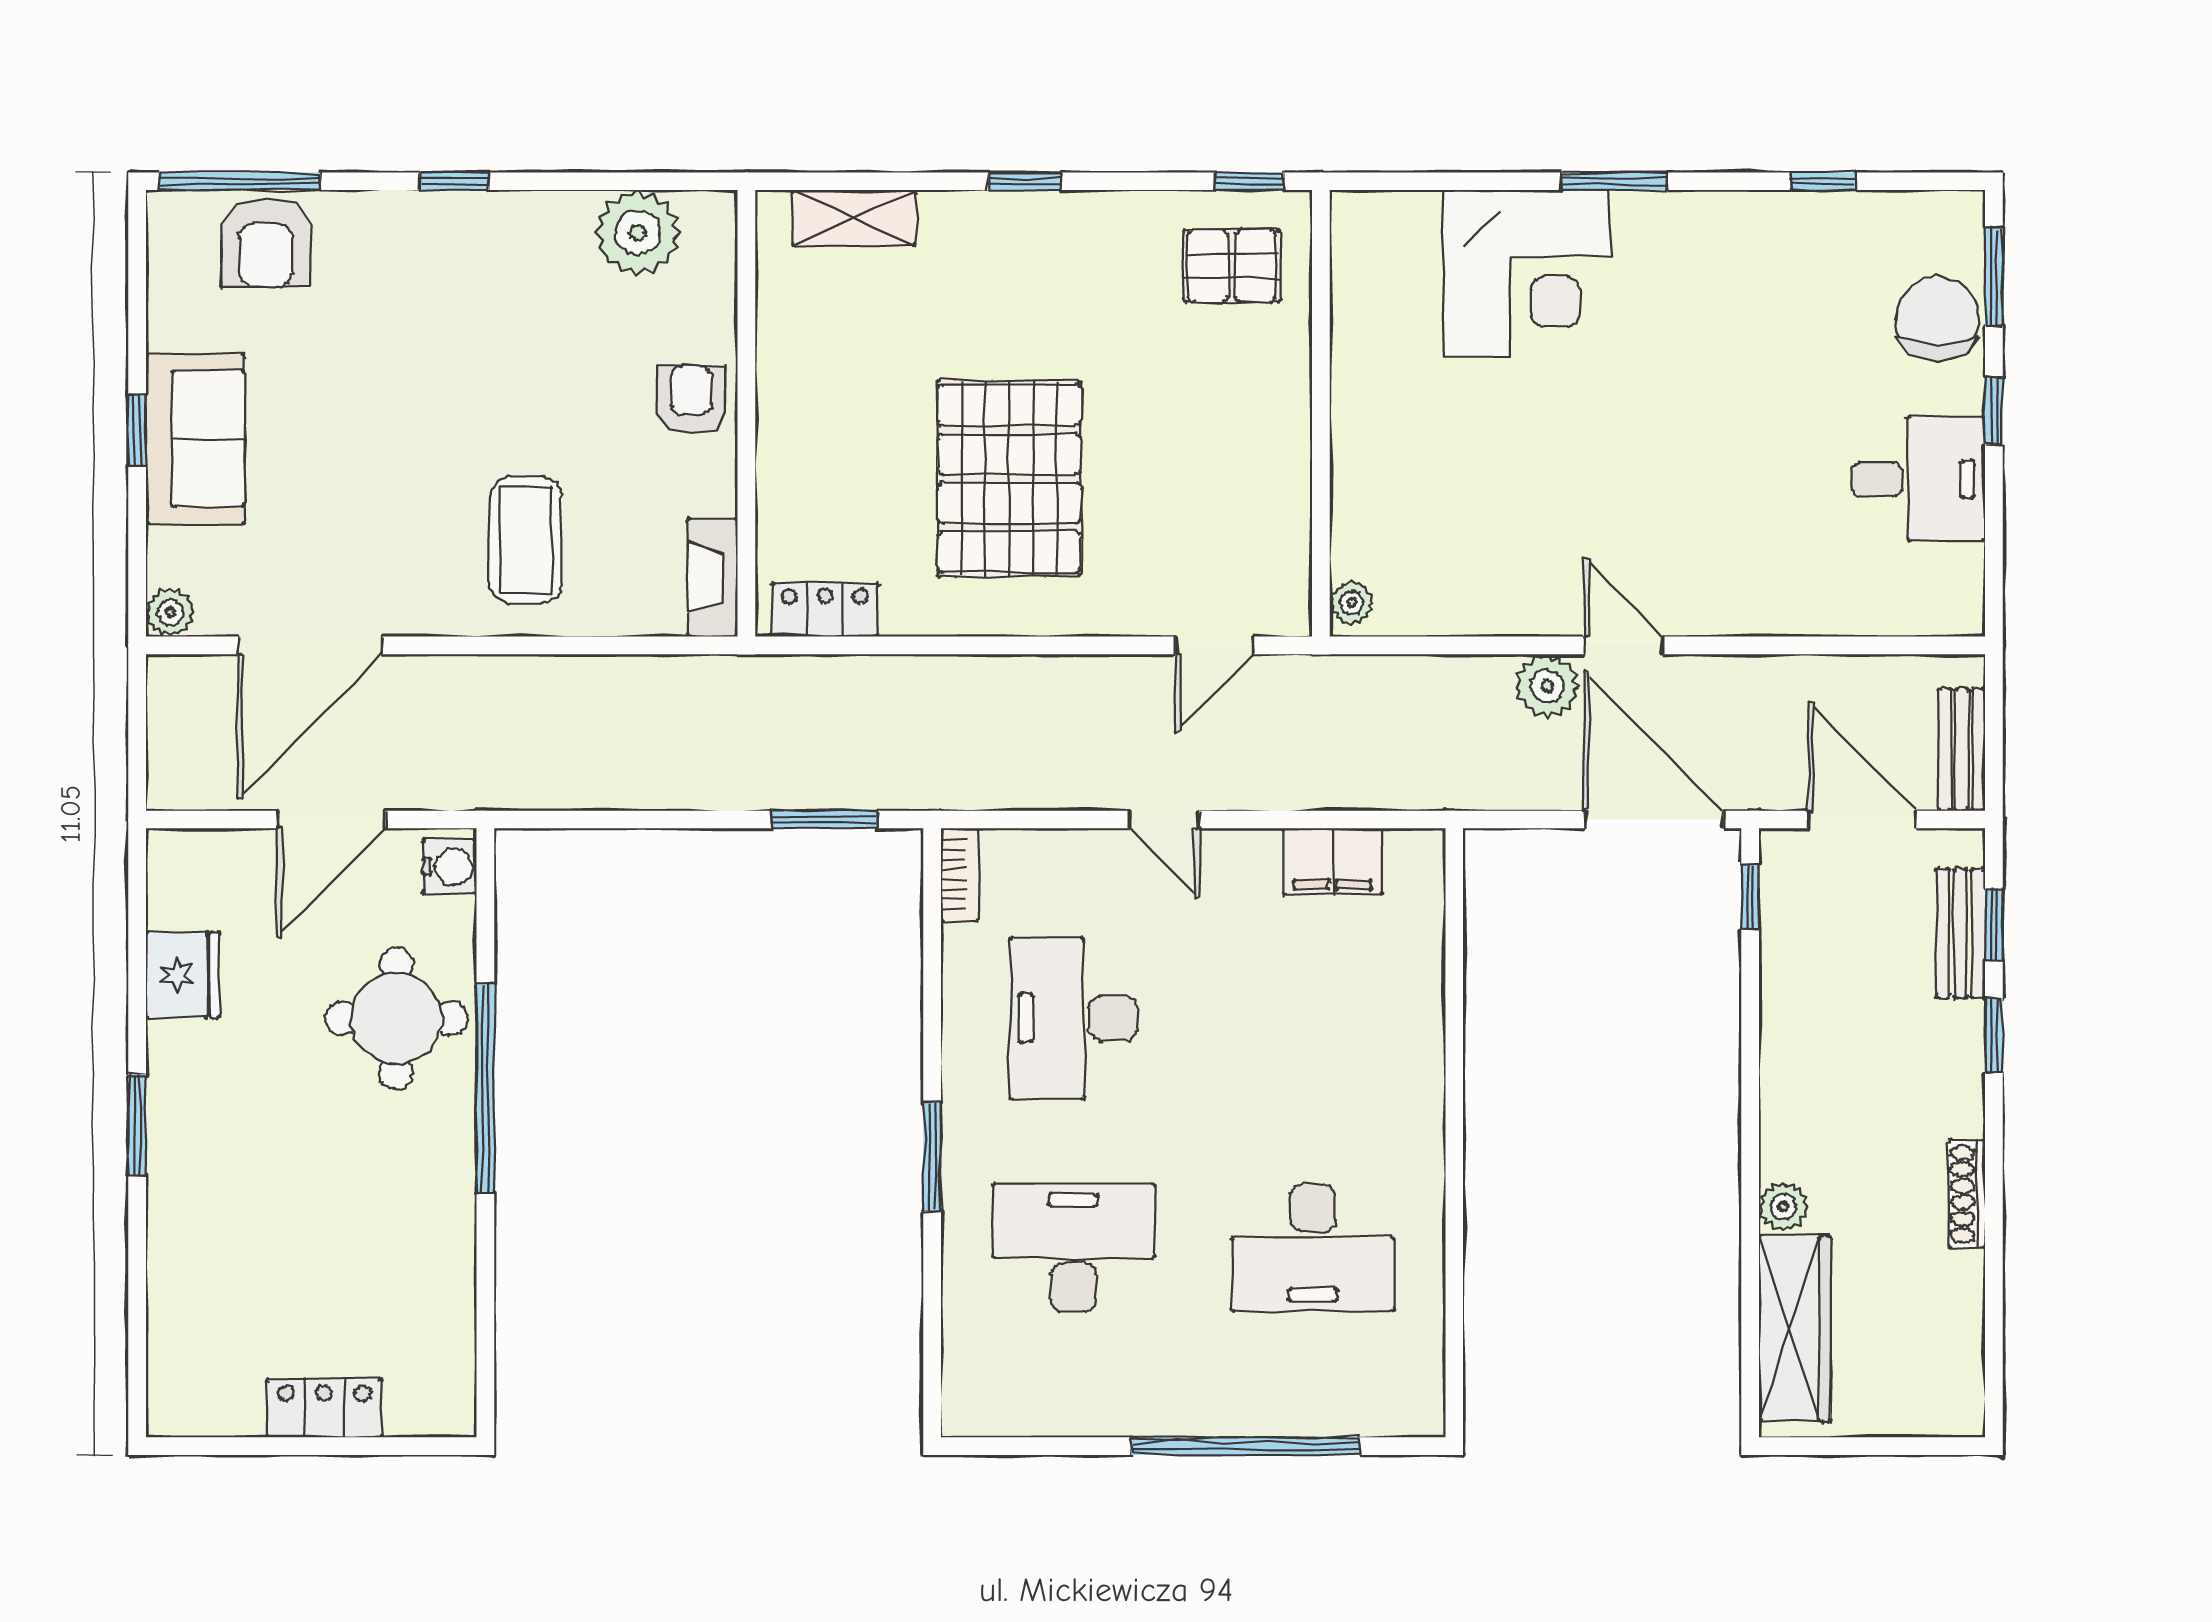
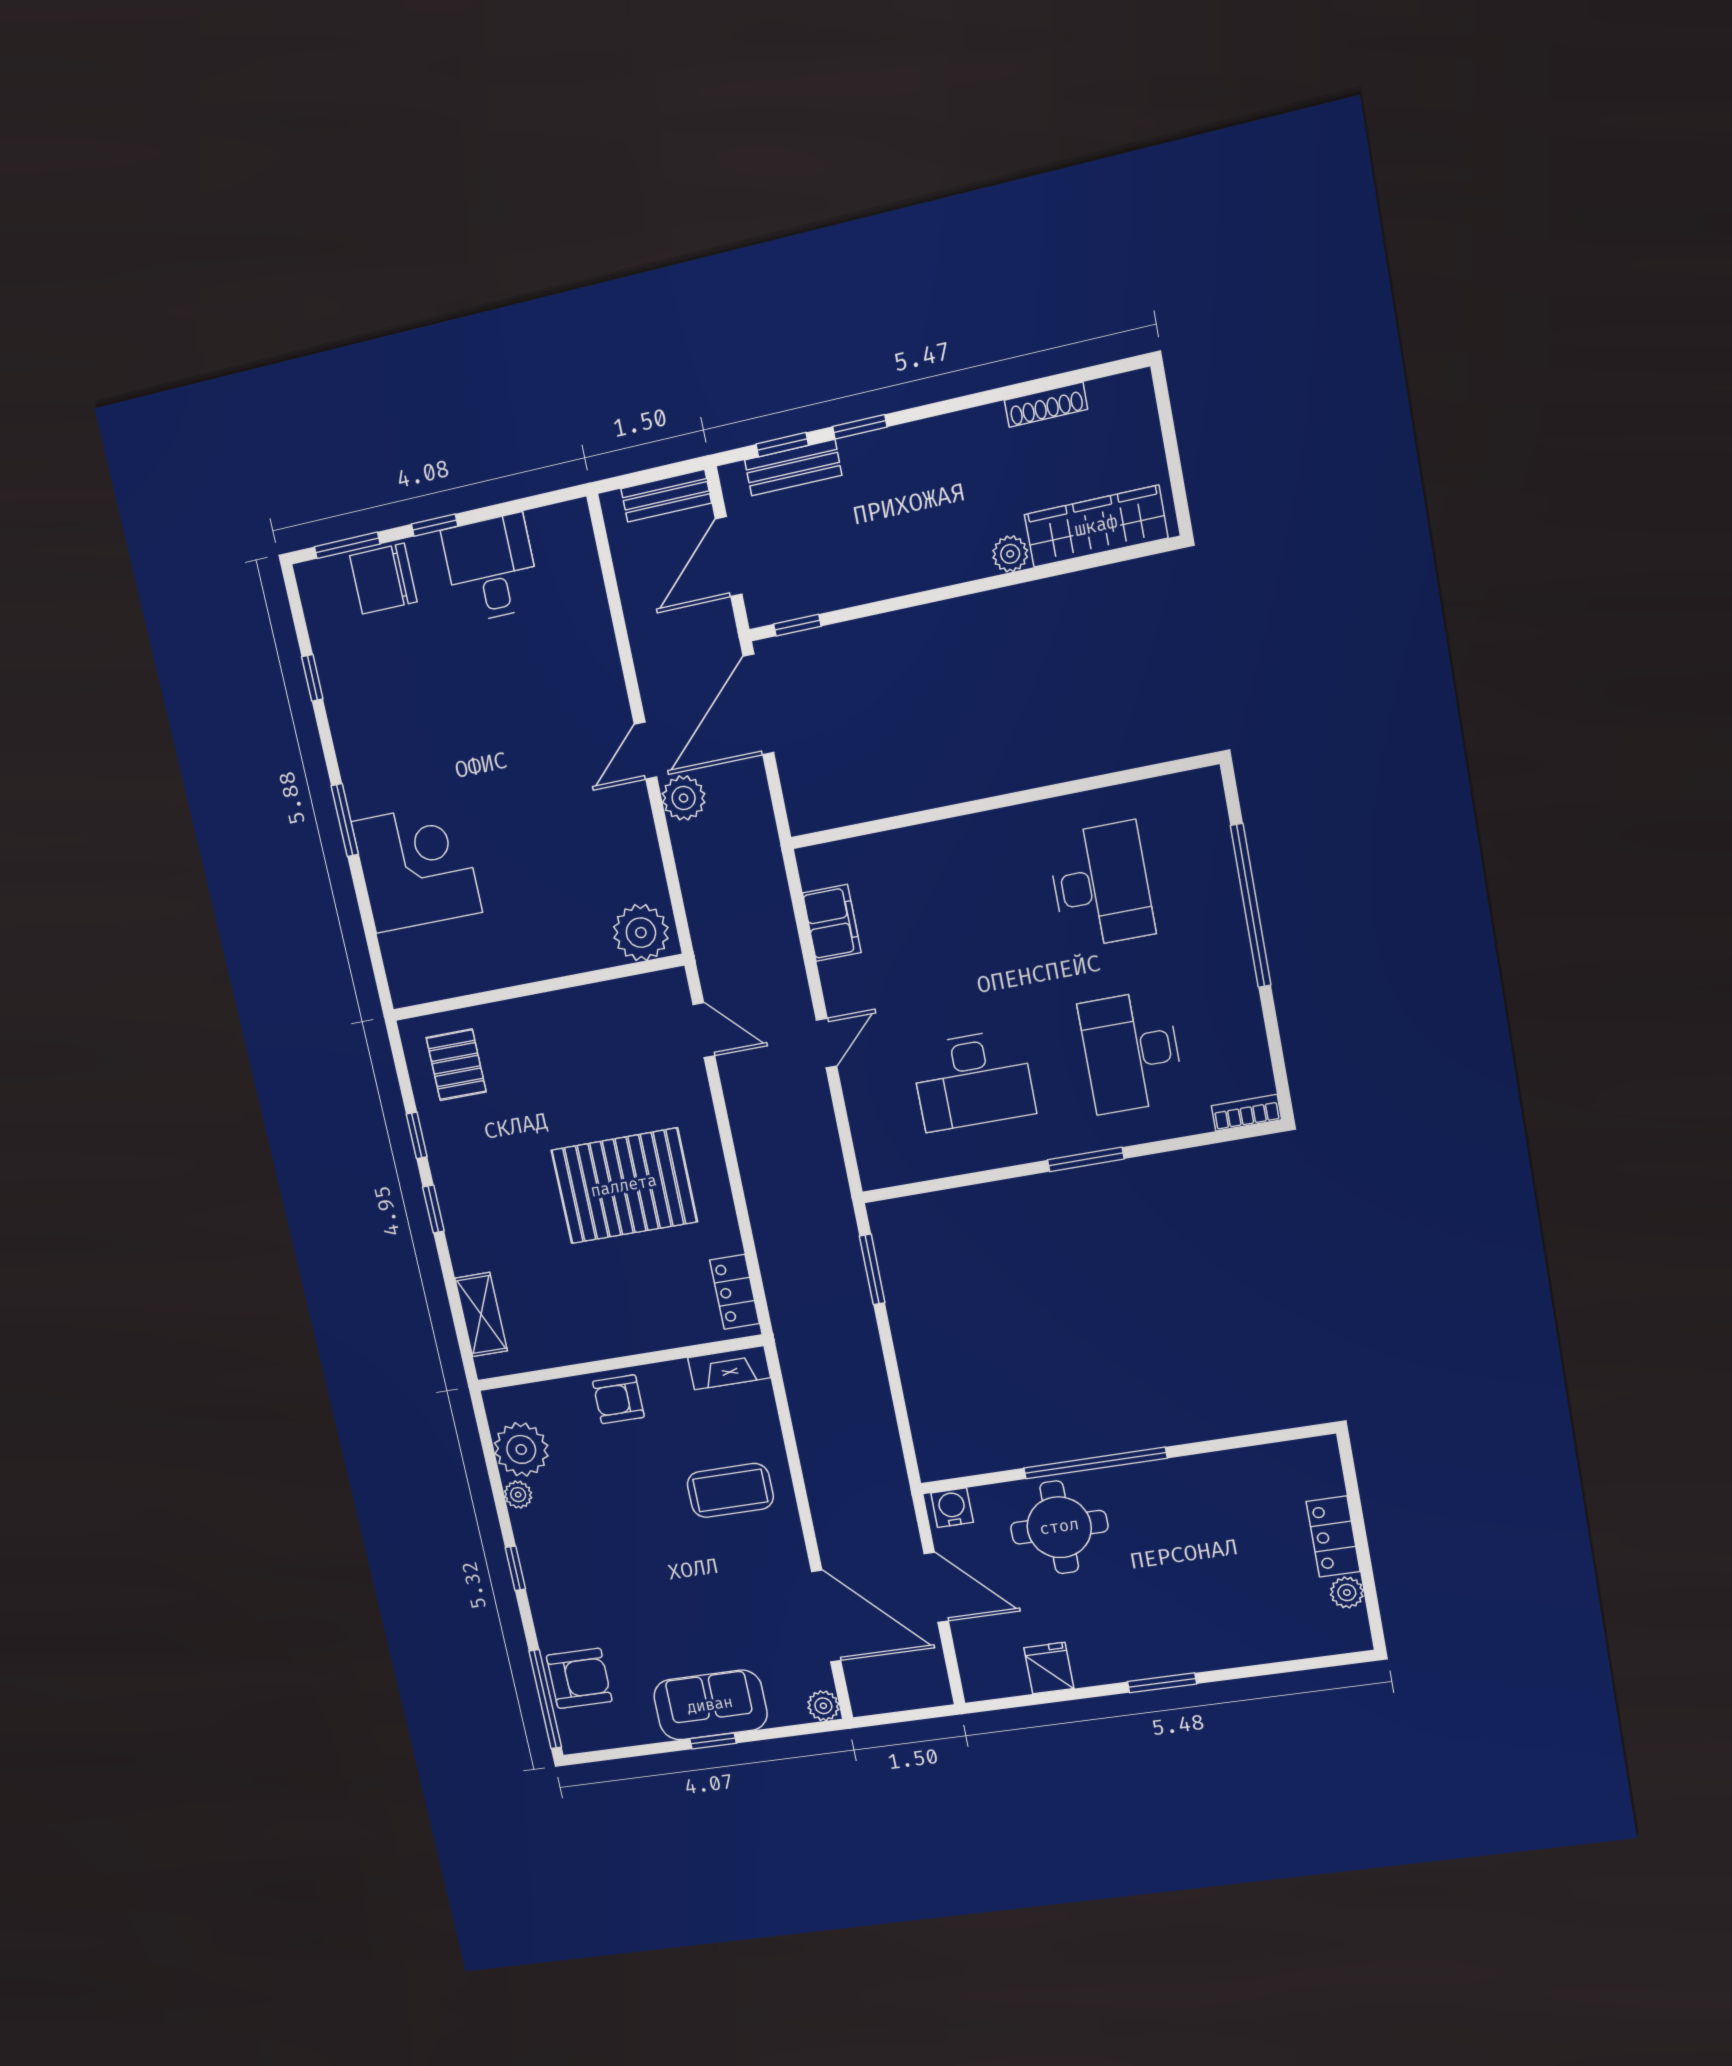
window: (1249, 181) -> (417, 1135), moved
plant: (569, 212) -> (518, 1495), added
plant: (1351, 603) -> (641, 933), width x1.87, depth x1.87
bookcase: (959, 875) -> (1246, 1113), moved
fridge: (183, 975) -> (1049, 1668), width x0.72
shoe rack: (1967, 1194) -> (1046, 405), moved
plant: (238, 1413) -> (1347, 1592), added

